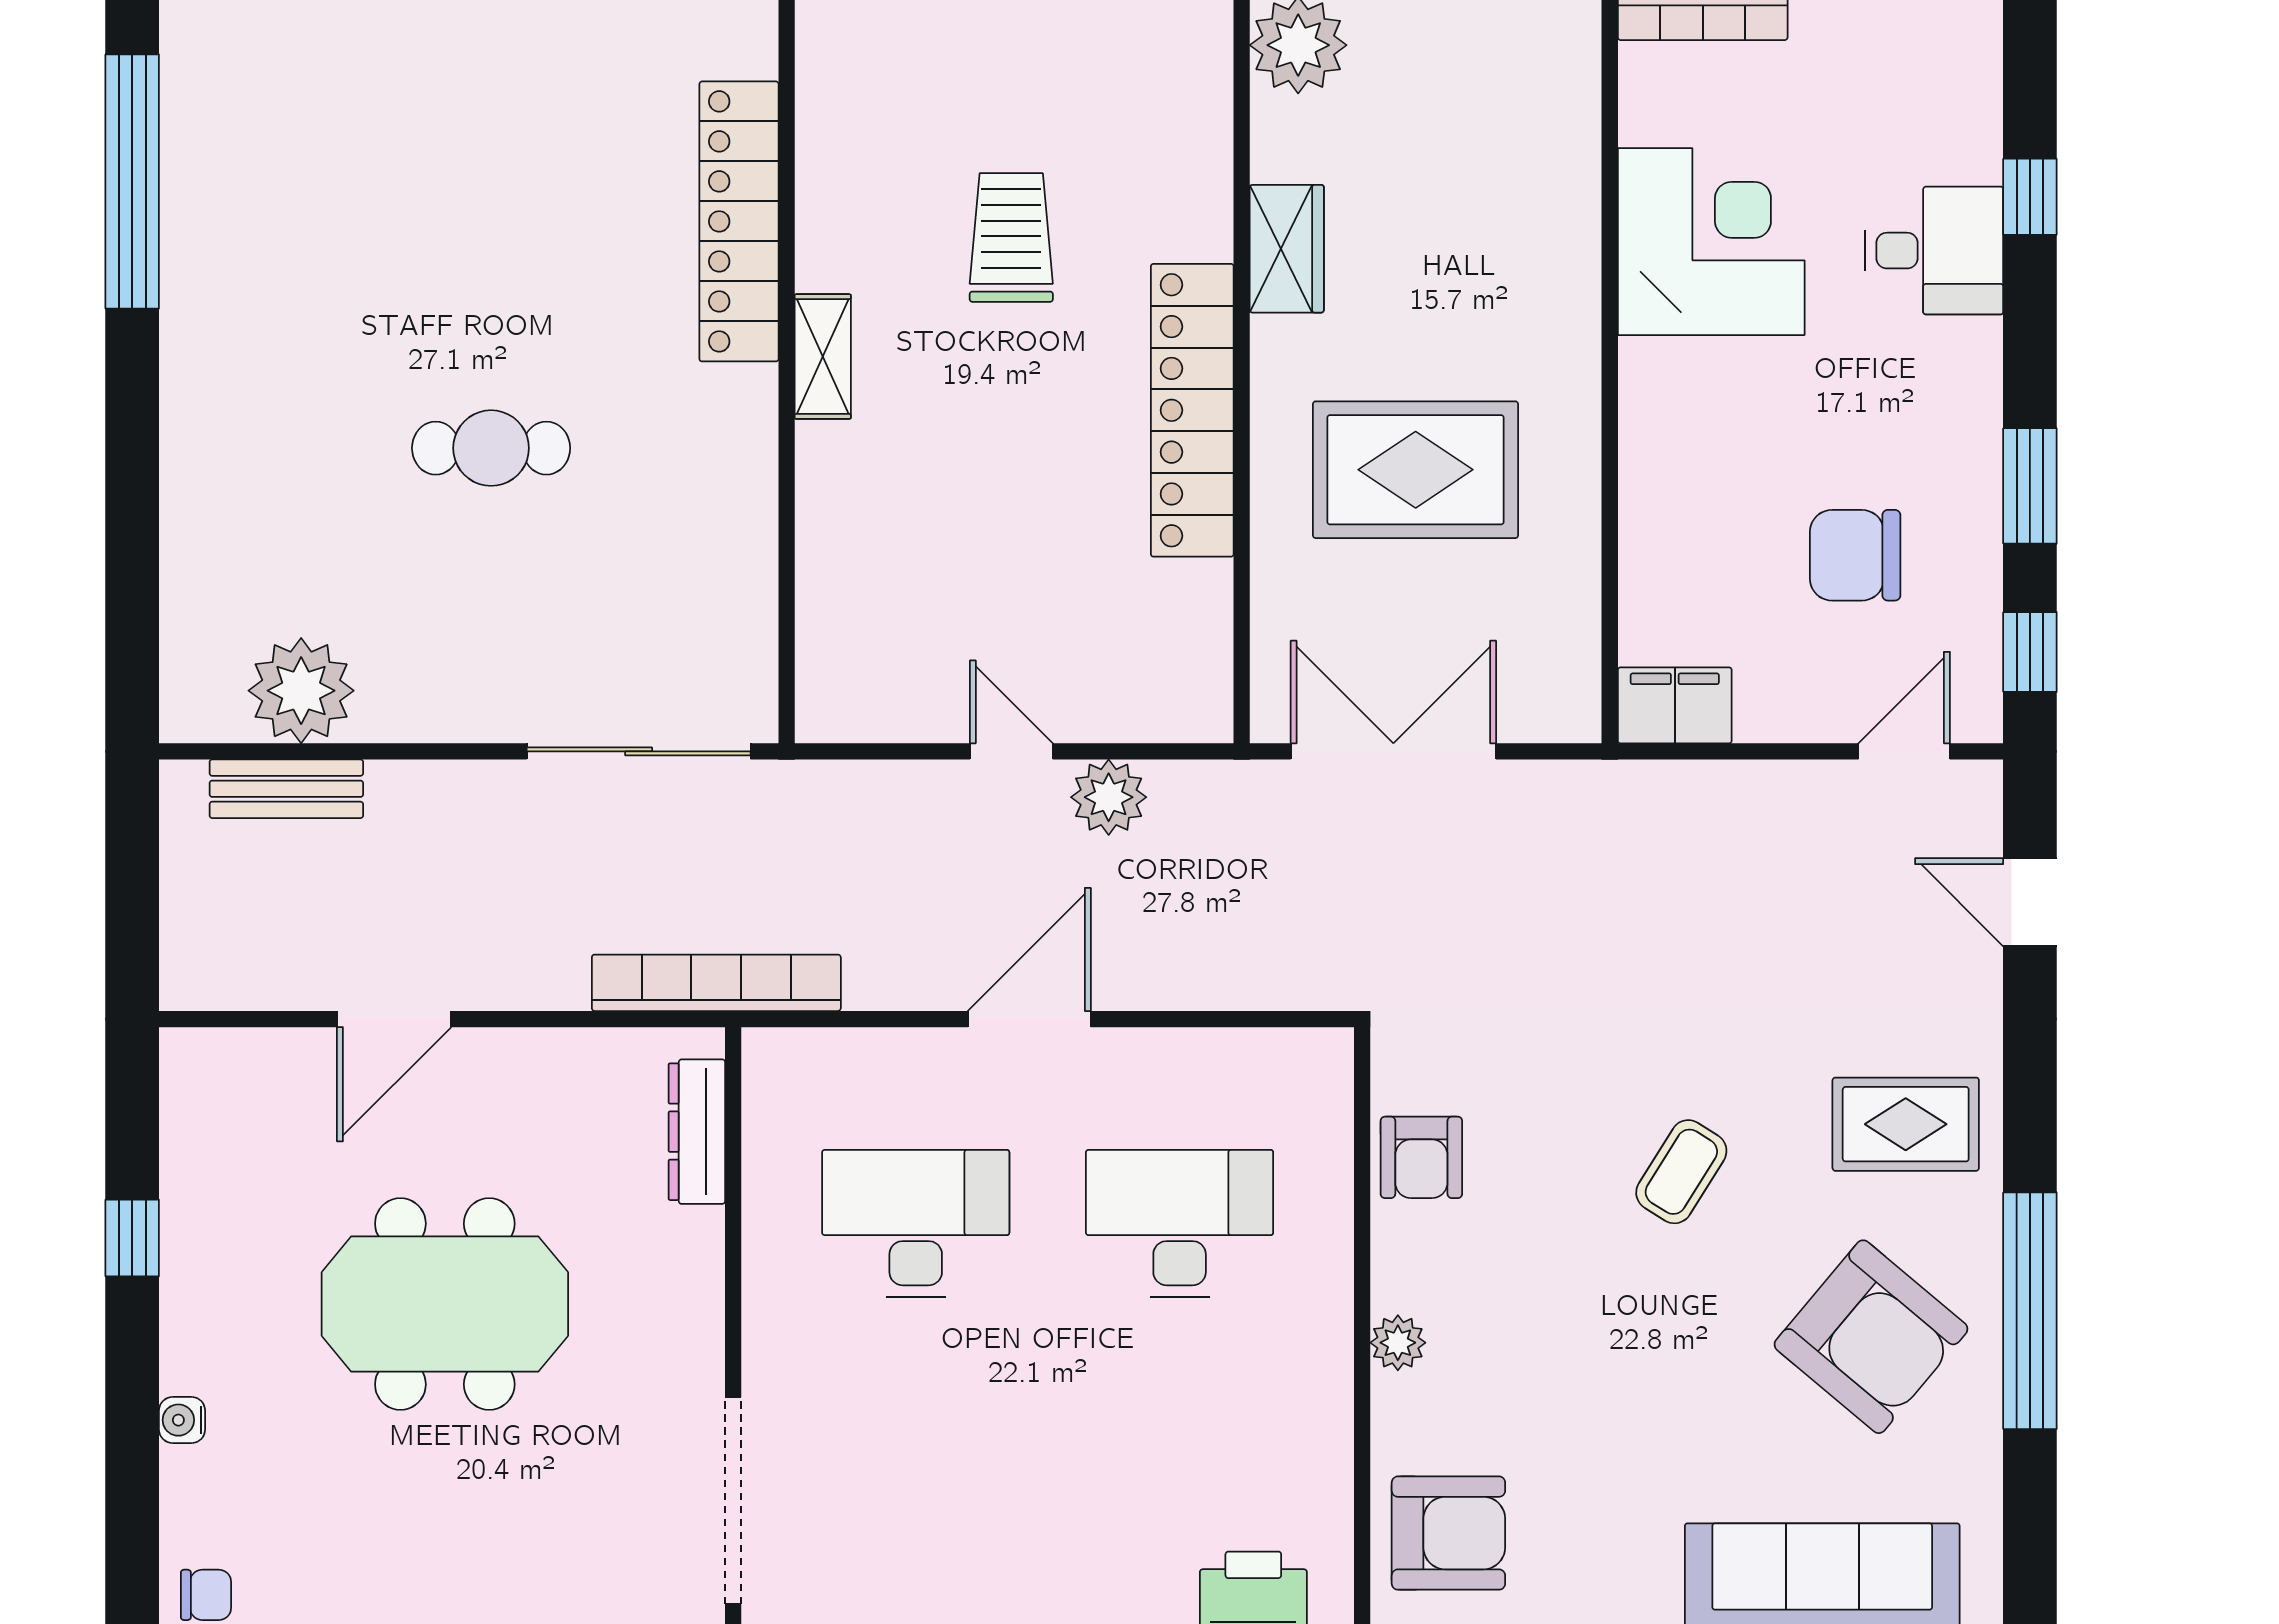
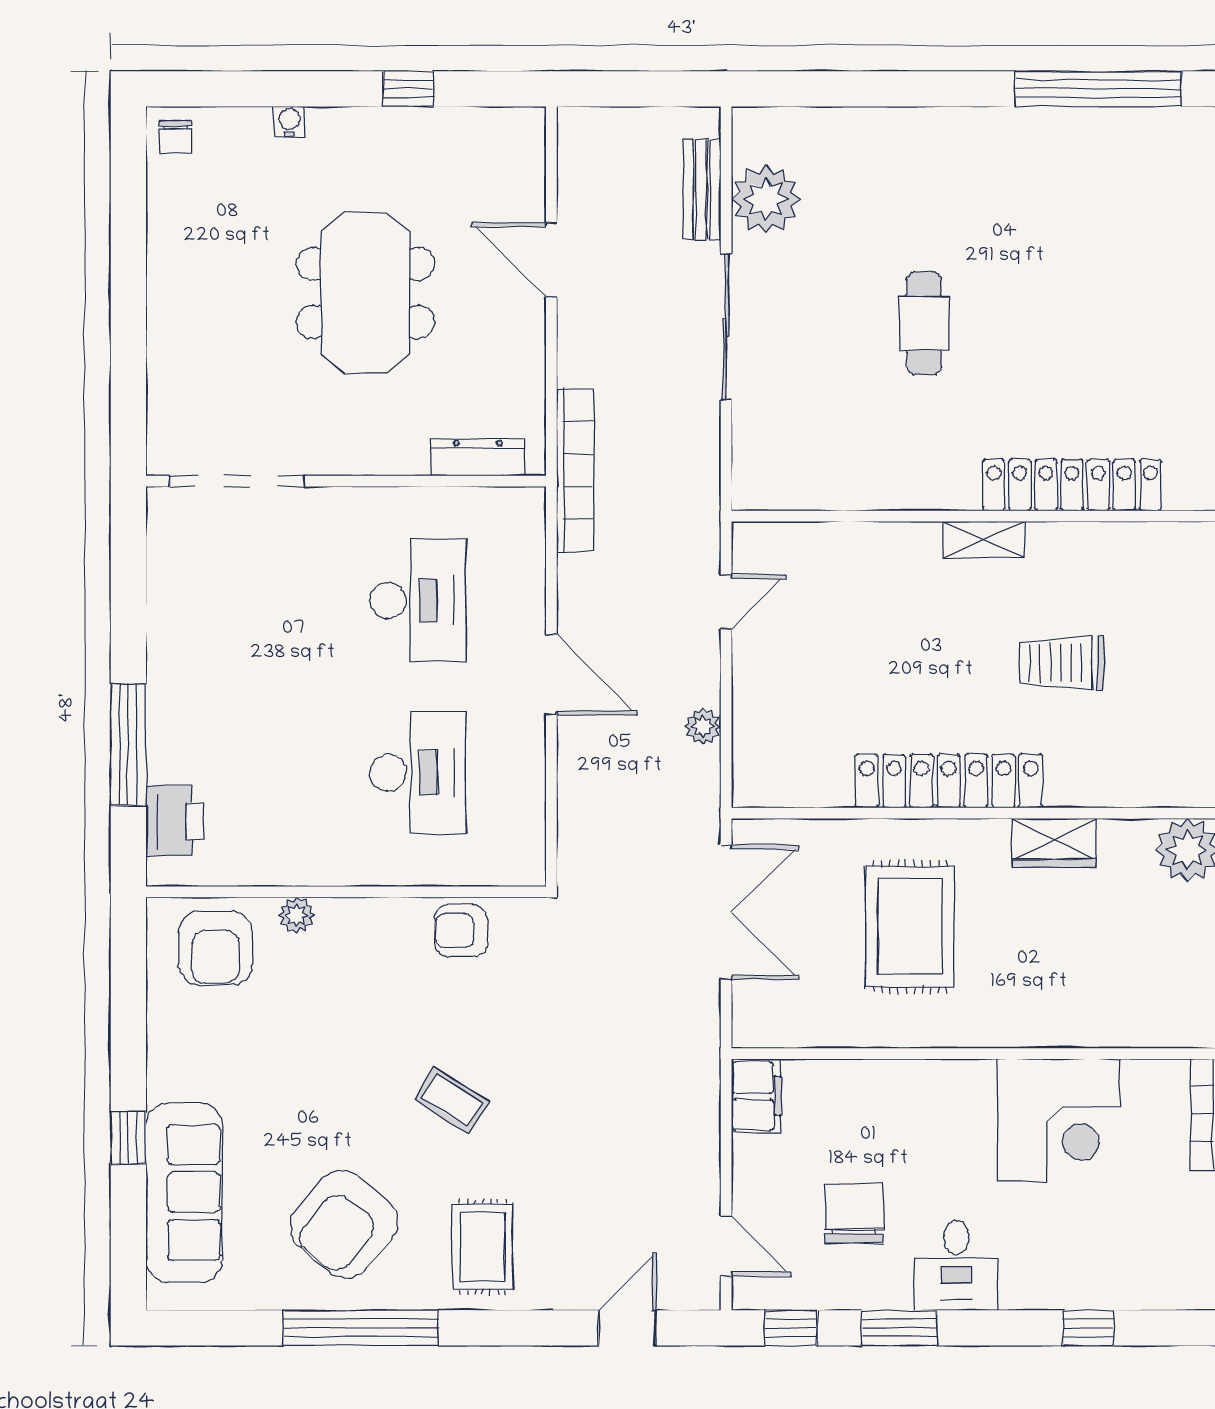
trolley: (1011, 237) -> (1062, 663), turned 180
desk: (1934, 251) -> (956, 1265), moved
sliding door: (639, 751) -> (726, 327), moved
door: (1011, 751) -> (726, 602), moved
plant: (1109, 797) -> (703, 726), width x0.73, depth x0.73
plant: (1398, 1343) -> (297, 915), moved

